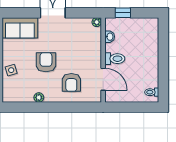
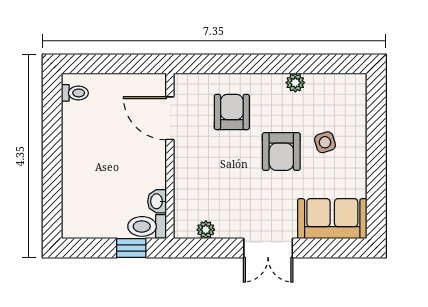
plant: (97, 22) -> (206, 230), moved
toilet: (115, 59) -> (147, 226), moved
side table: (11, 70) -> (325, 142), moved

